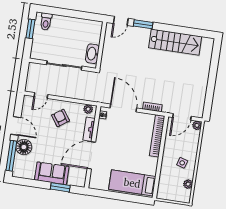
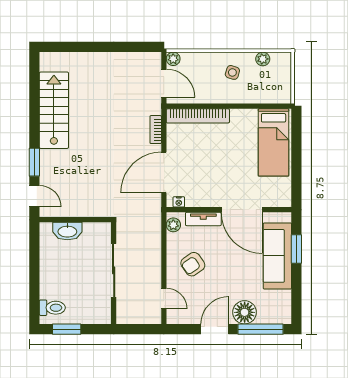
washbasin: (92, 54) -> (67, 231), moved
sofa: (52, 173) -> (277, 256), width x1.36

